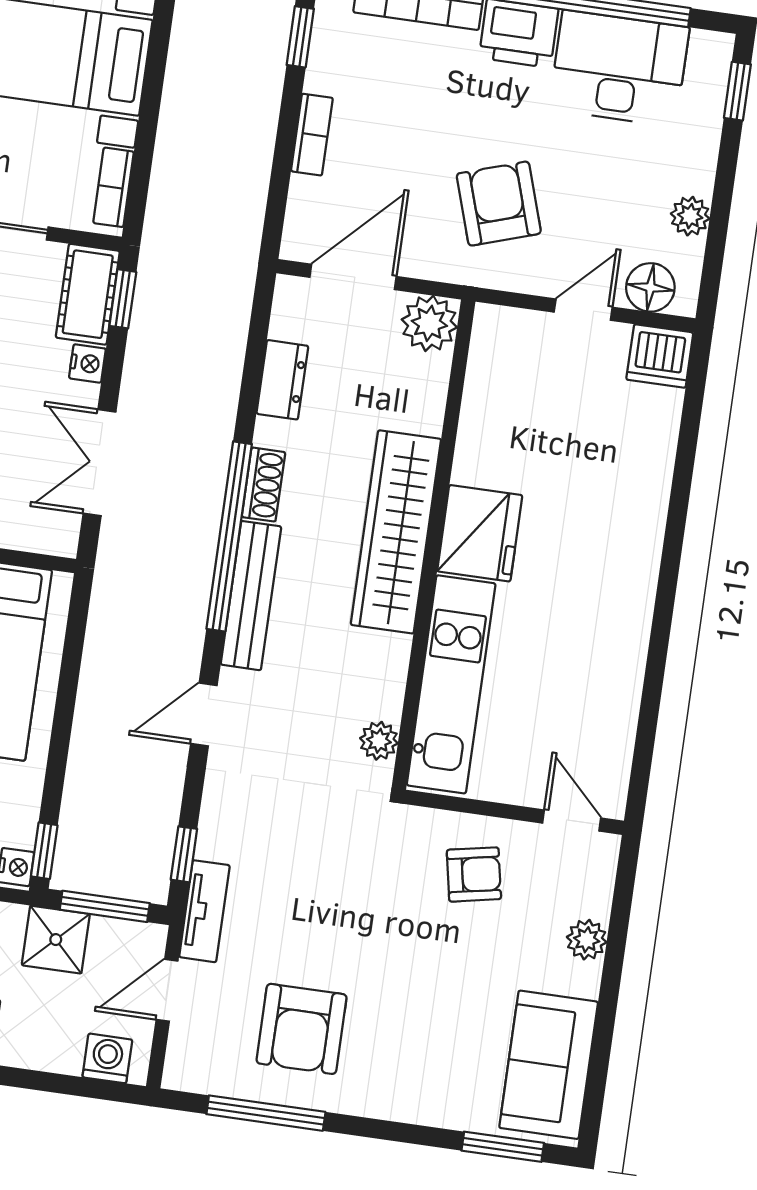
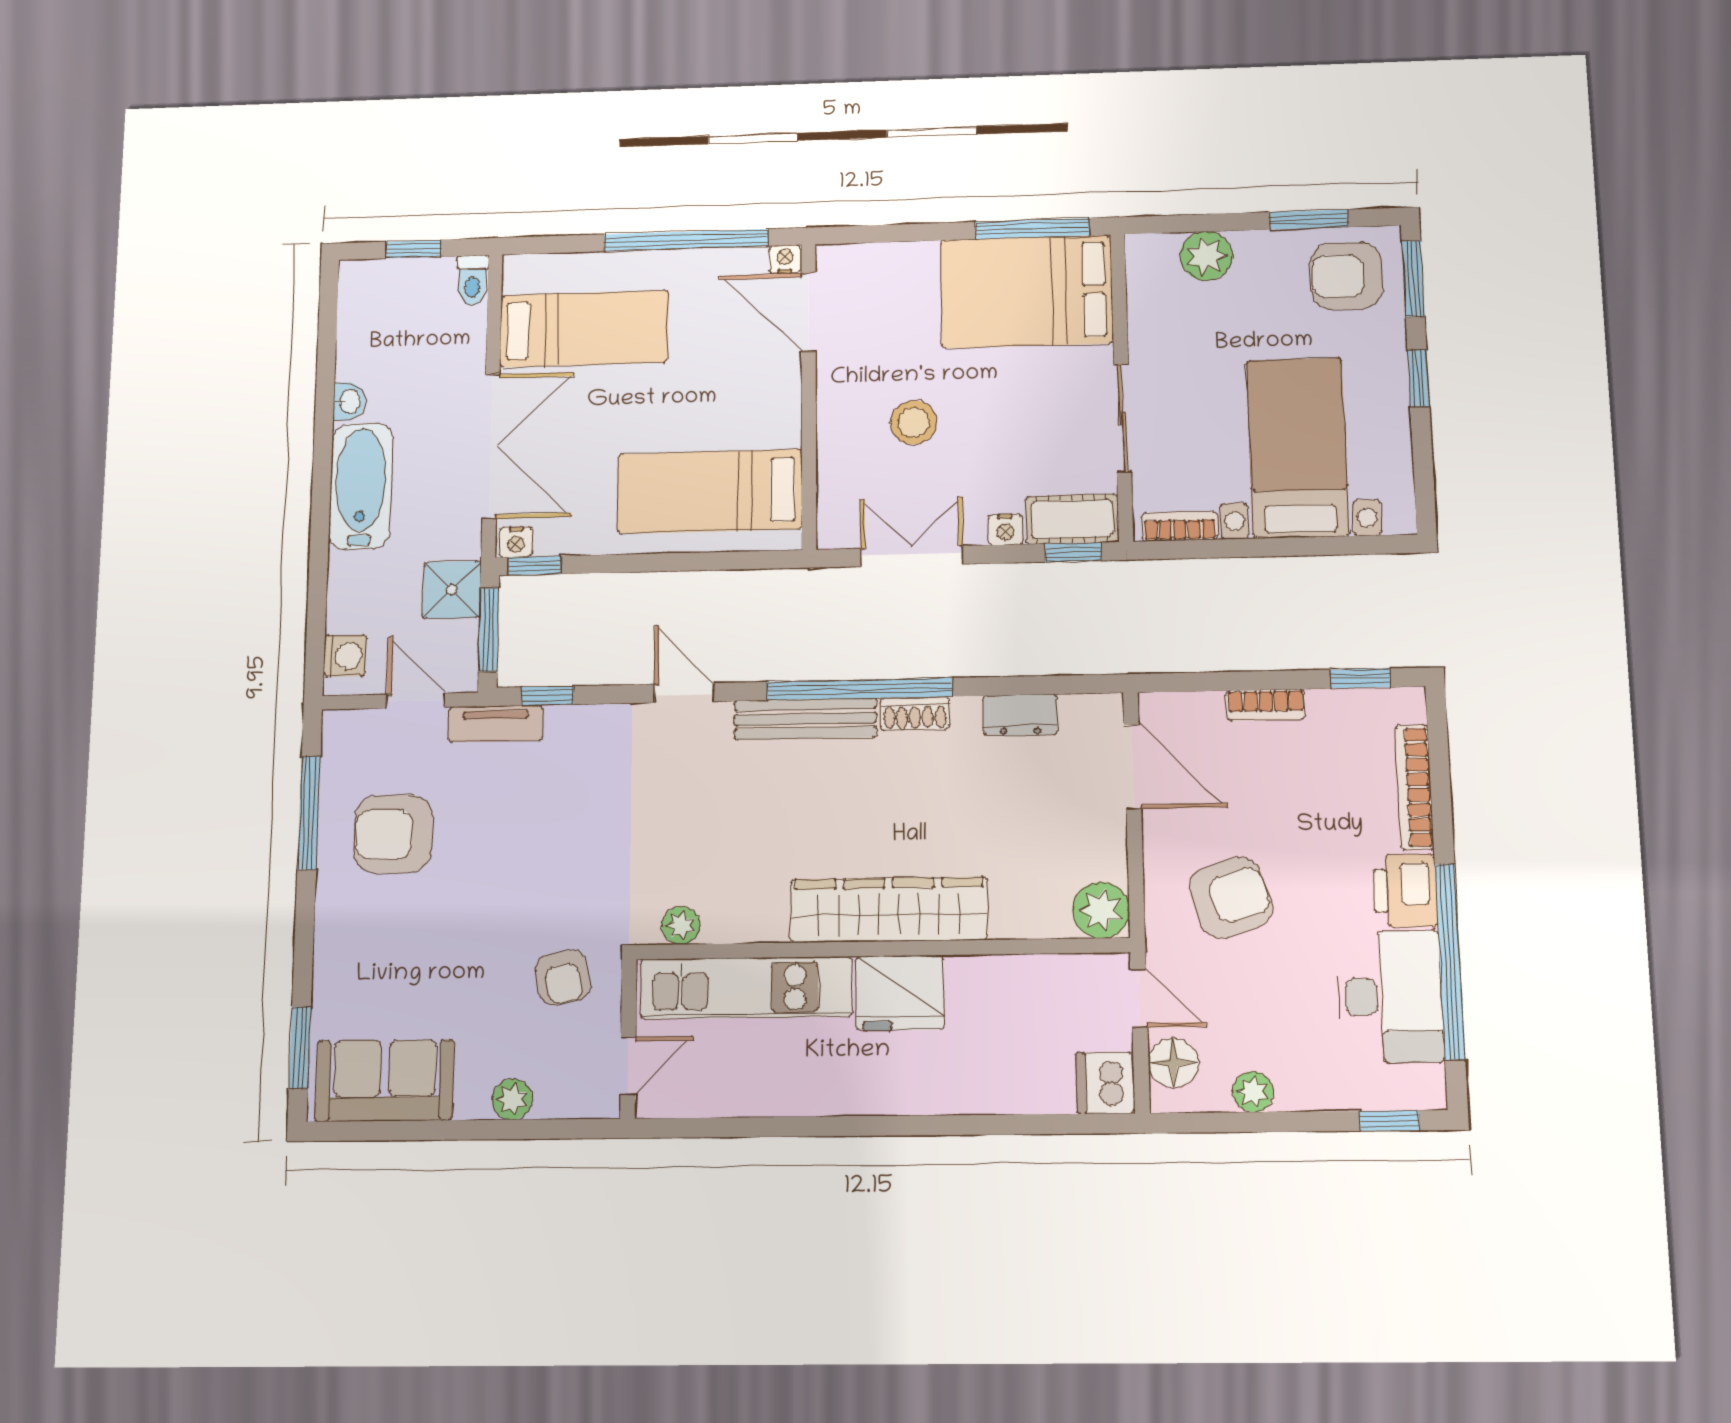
plant: (429, 323) -> (1101, 910), moved
wardrobe: (396, 532) -> (889, 910), moved
fridge: (480, 533) -> (900, 993), moved
wall: (434, 545) -> (882, 949), moved
kitchen unit: (451, 684) -> (746, 988), moved
plant: (379, 741) -> (681, 925), moved

